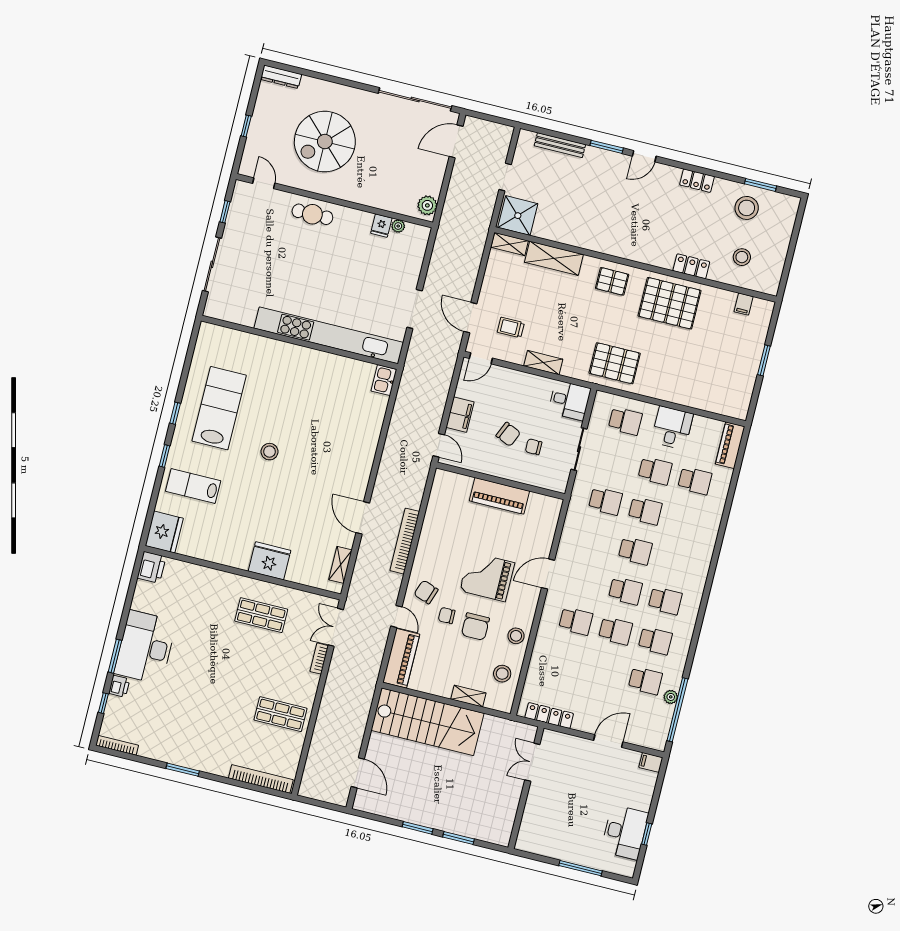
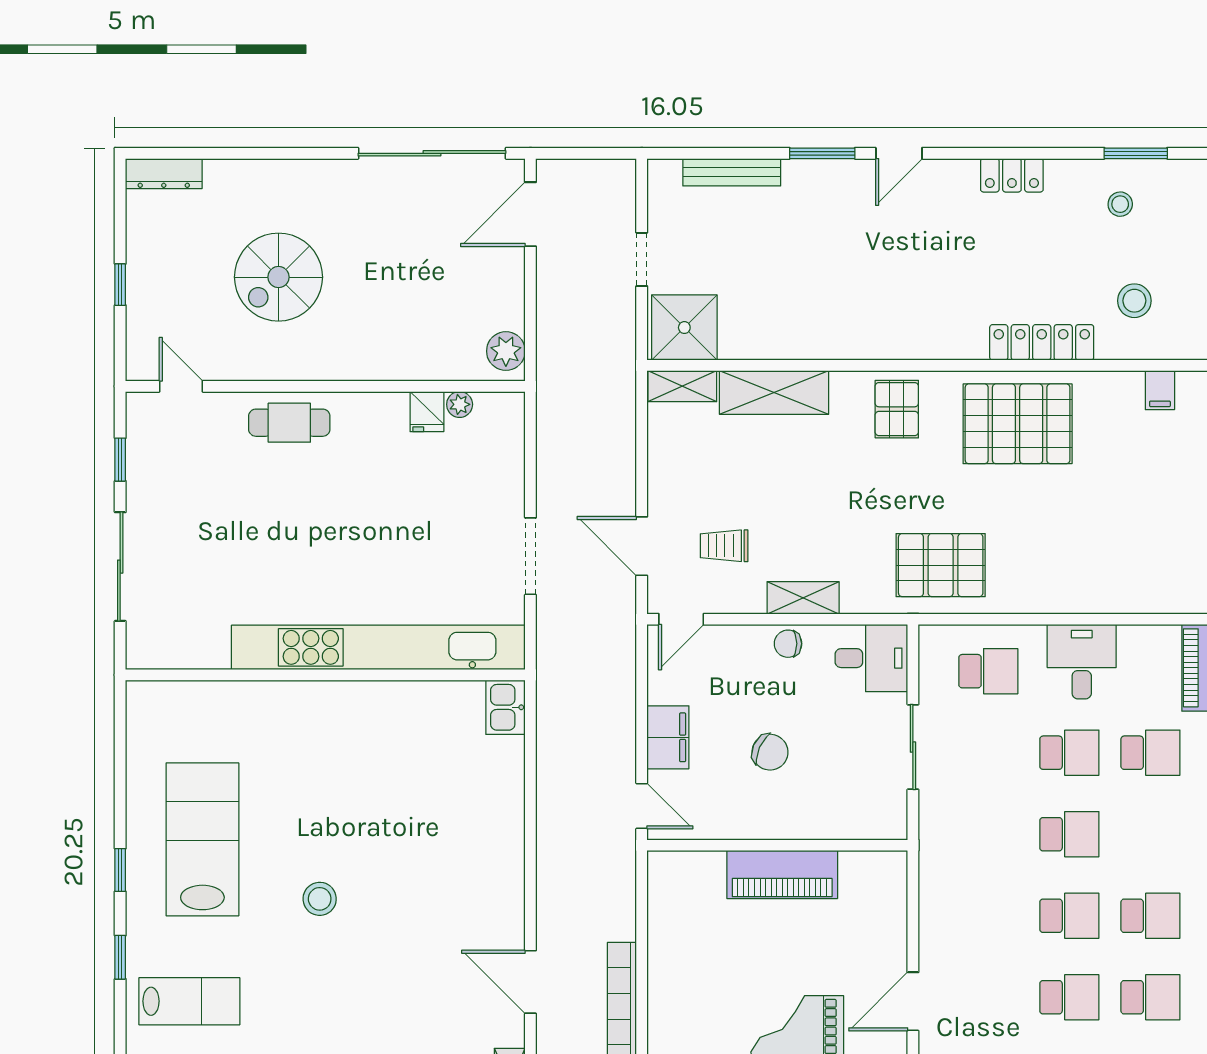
spiral stairs: (325, 142) -> (278, 277), width x0.73, depth x0.73
stool: (747, 208) -> (1120, 204), width x0.53, depth x0.53
locker: (691, 266) -> (1042, 342), width x1.53
pallet: (612, 281) -> (897, 409), turned 90
chair: (534, 447) -> (788, 644), moved
lab bench: (193, 486) -> (189, 1001), turned 180
school desk: (605, 501) -> (1150, 916), moved

